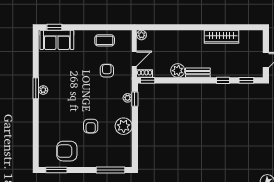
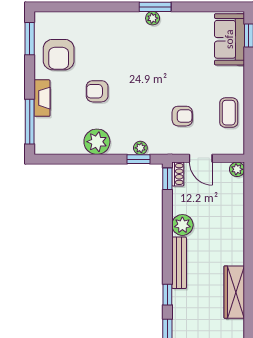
bench: (198, 73) -> (179, 263), width x1.36
armchair: (67, 151) -> (59, 55), turned 180
fireplace: (95, 162) -> (42, 98), added

